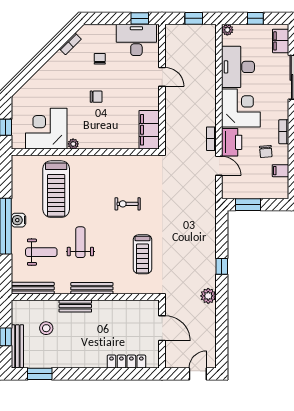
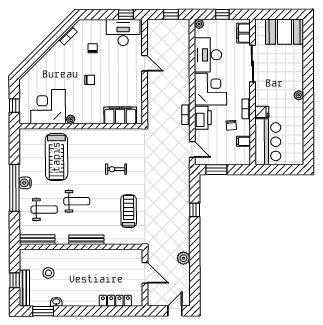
filing cabinet: (149, 130) -> (120, 115), moved, turned 90
door: (219, 166) -> (192, 149), moved
weight bench: (80, 242) -> (77, 201), turned 90
treadmill: (143, 254) -> (129, 211), turned 180
window: (222, 266) -> (195, 210), moved
plant: (208, 296) -> (183, 258), moved
bench: (75, 306) -> (73, 254), removed
washbasin: (56, 363) -> (56, 302), added

